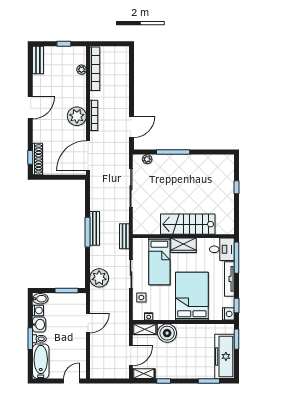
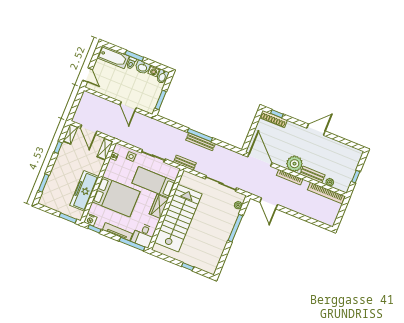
bench: (38, 60) -> (312, 175), moved
door: (30, 108) -> (316, 130), swing flipped
stairs: (188, 224) -> (178, 218), width x1.36, depth x1.51
plant: (99, 278) -> (160, 130), removed
boiler: (167, 333) -> (95, 165), removed
freezer: (225, 356) -> (84, 191), moved, turned -90

